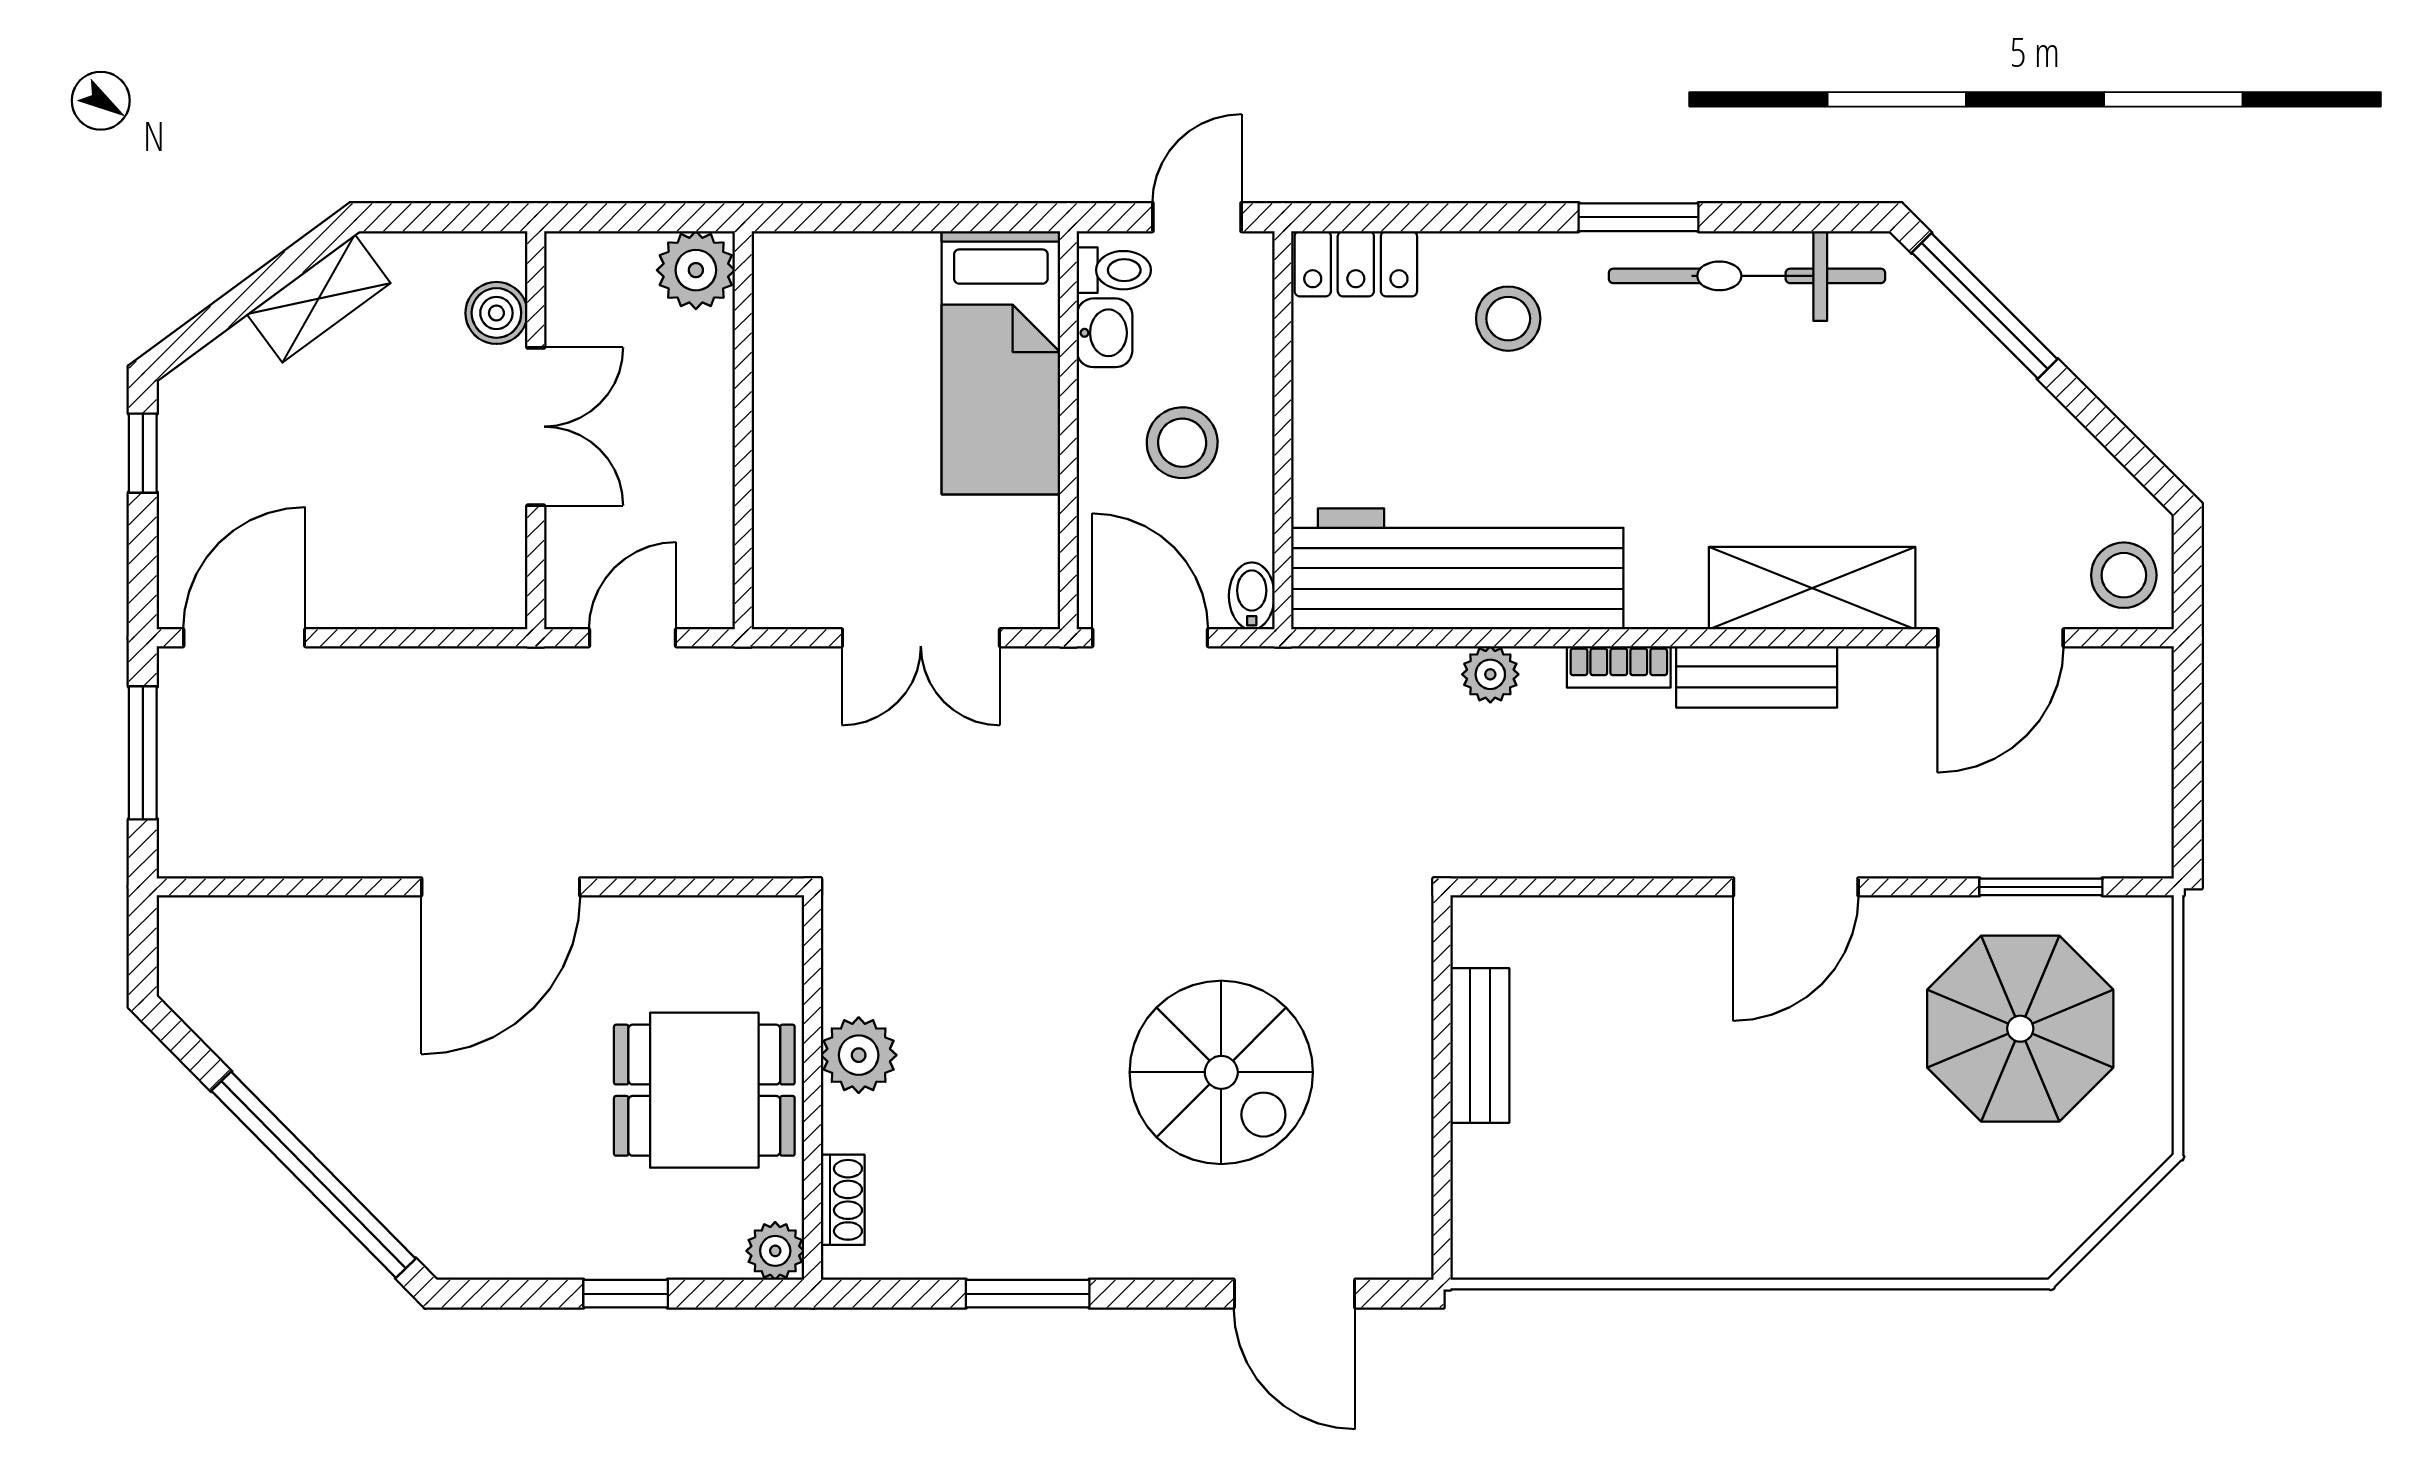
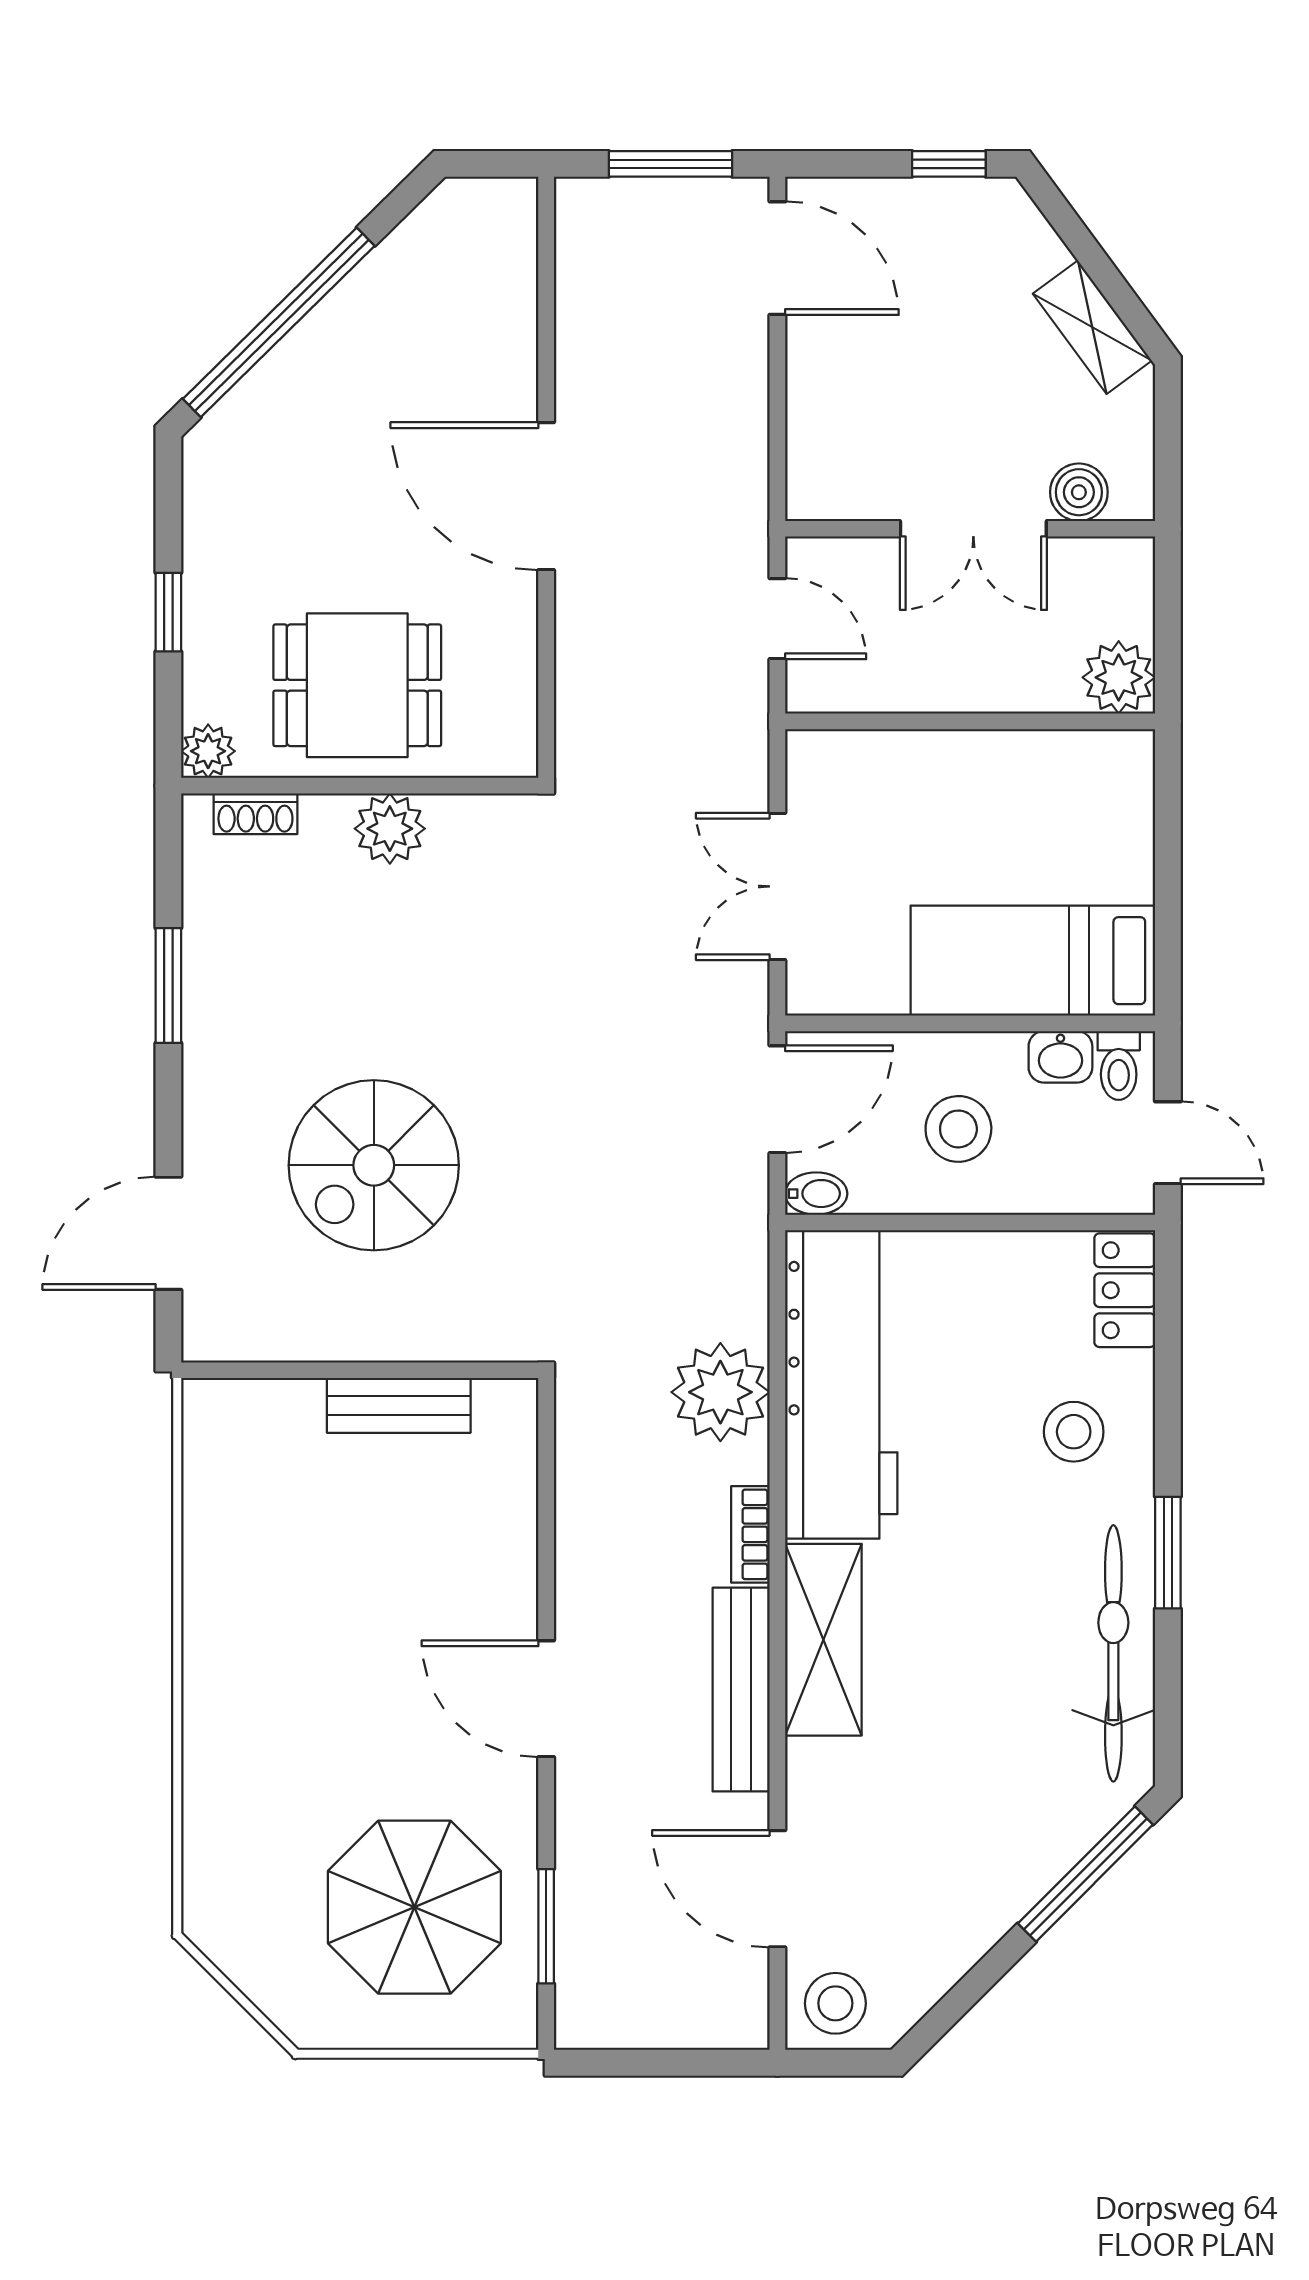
shelving: (1812, 588) -> (823, 1640), moved
plant: (1490, 674) -> (720, 1392), width x1.87, depth x1.87
bench: (1757, 677) -> (741, 1690), width x1.36
dining table: (704, 1090) -> (357, 685), turned 90

